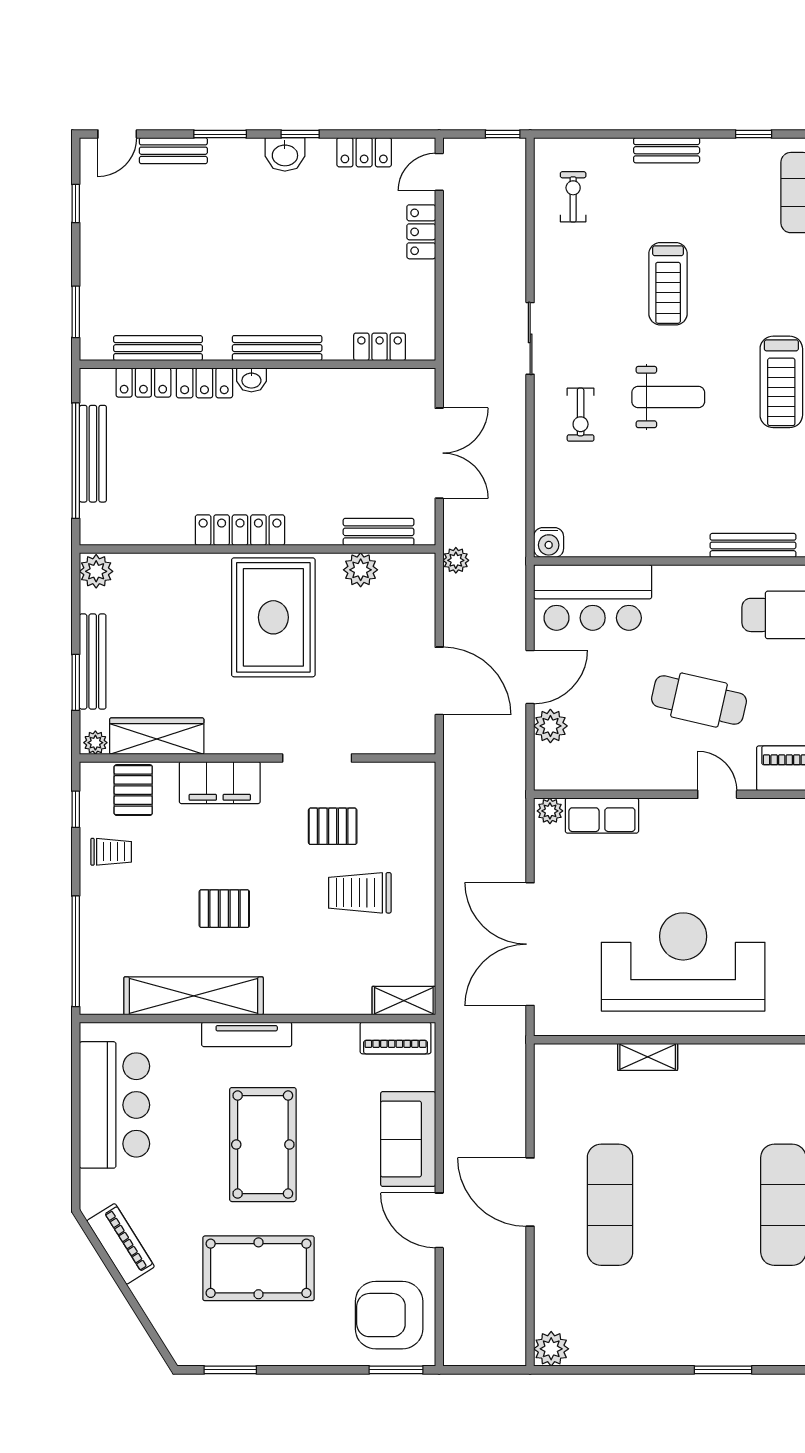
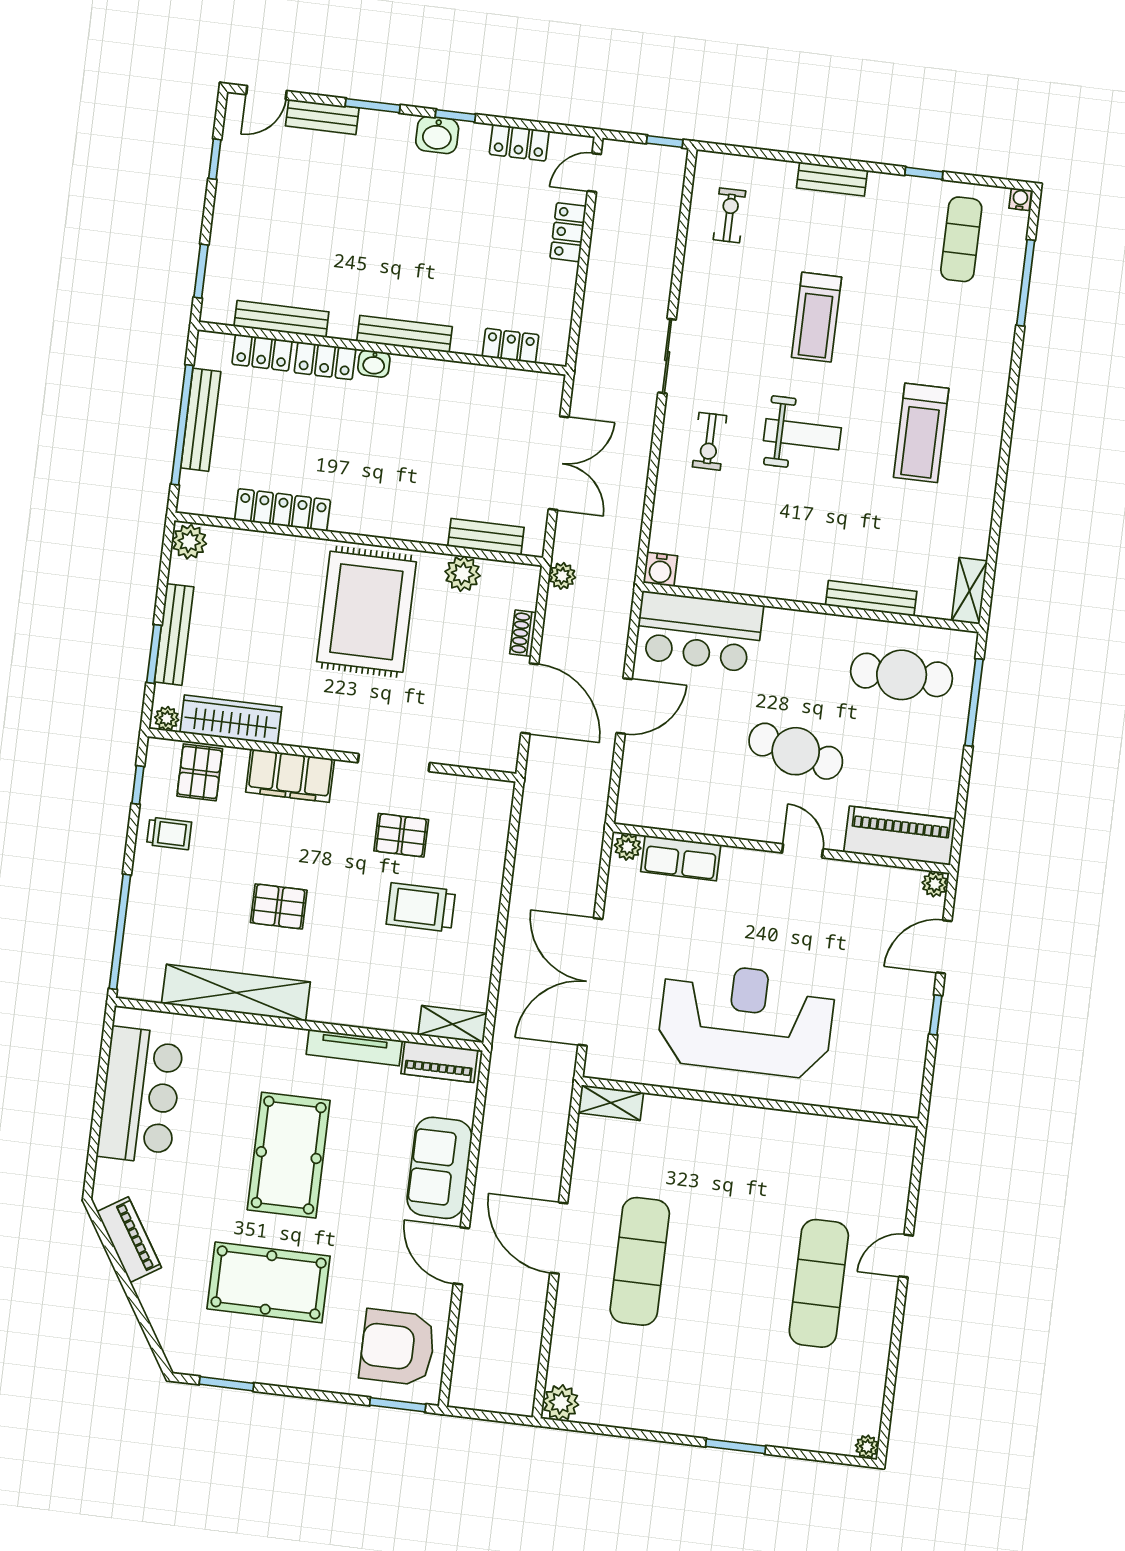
locker: (240, 530) -> (283, 510), moved
shoe rack: (425, 619) -> (523, 633), added
plant: (550, 726) -> (639, 759), removed
tv unit: (247, 1034) -> (354, 1048), moved
shelving: (648, 1057) -> (611, 1103), moved

